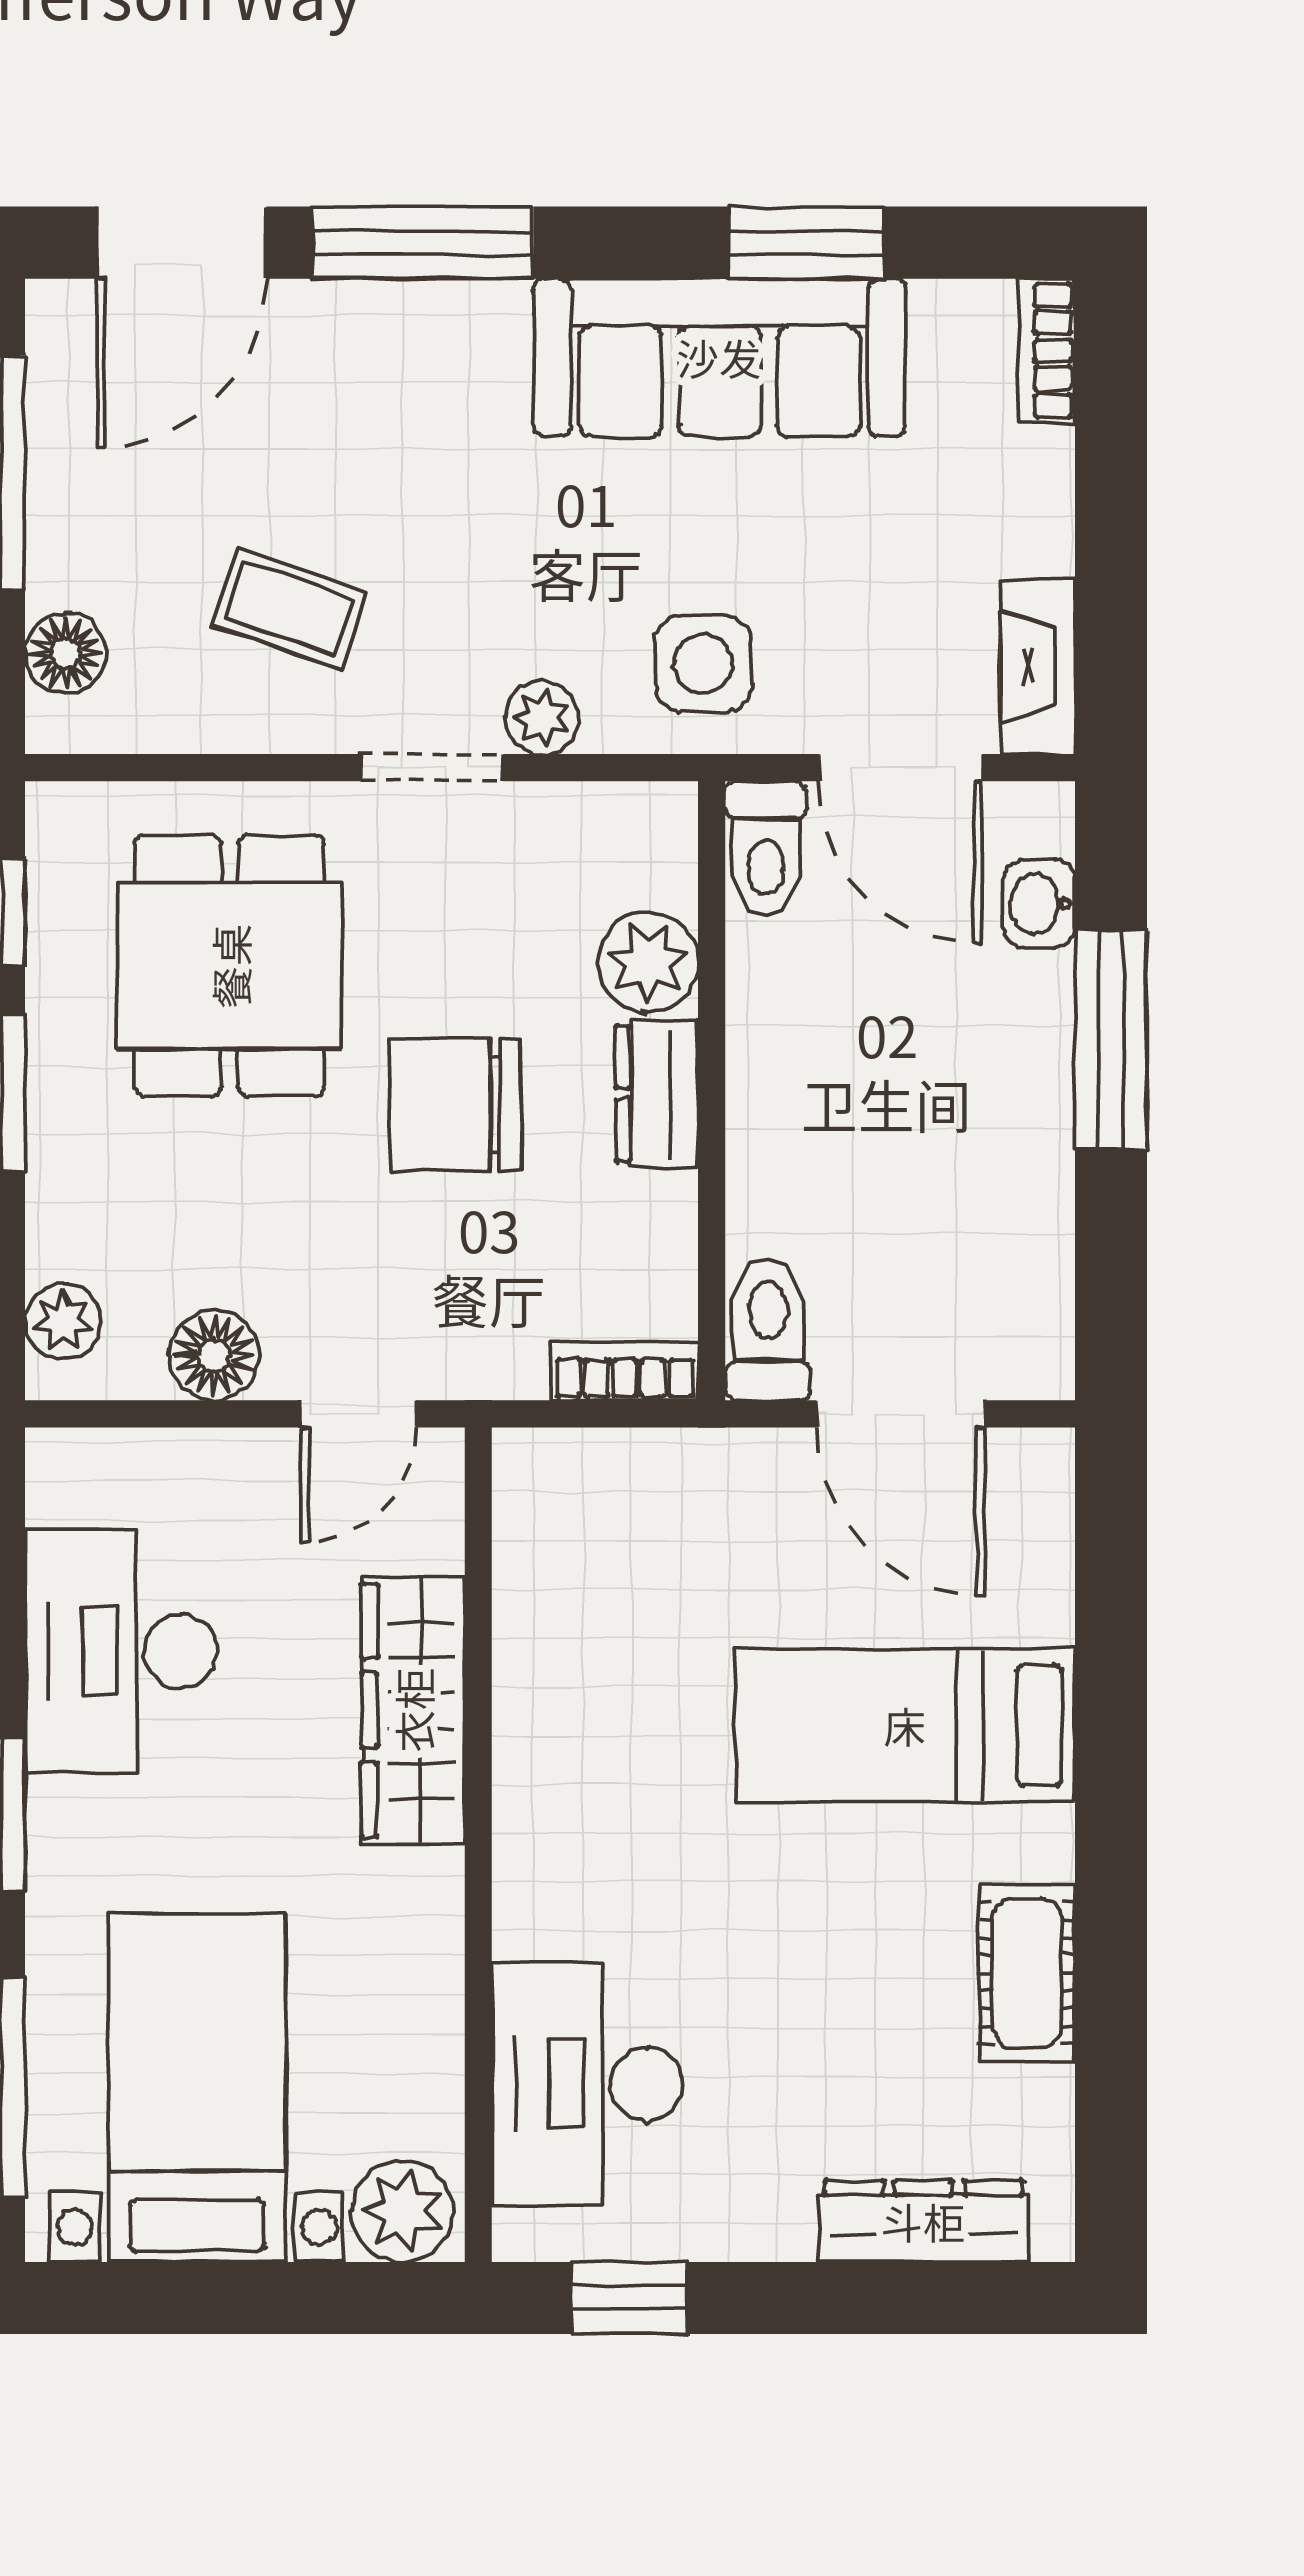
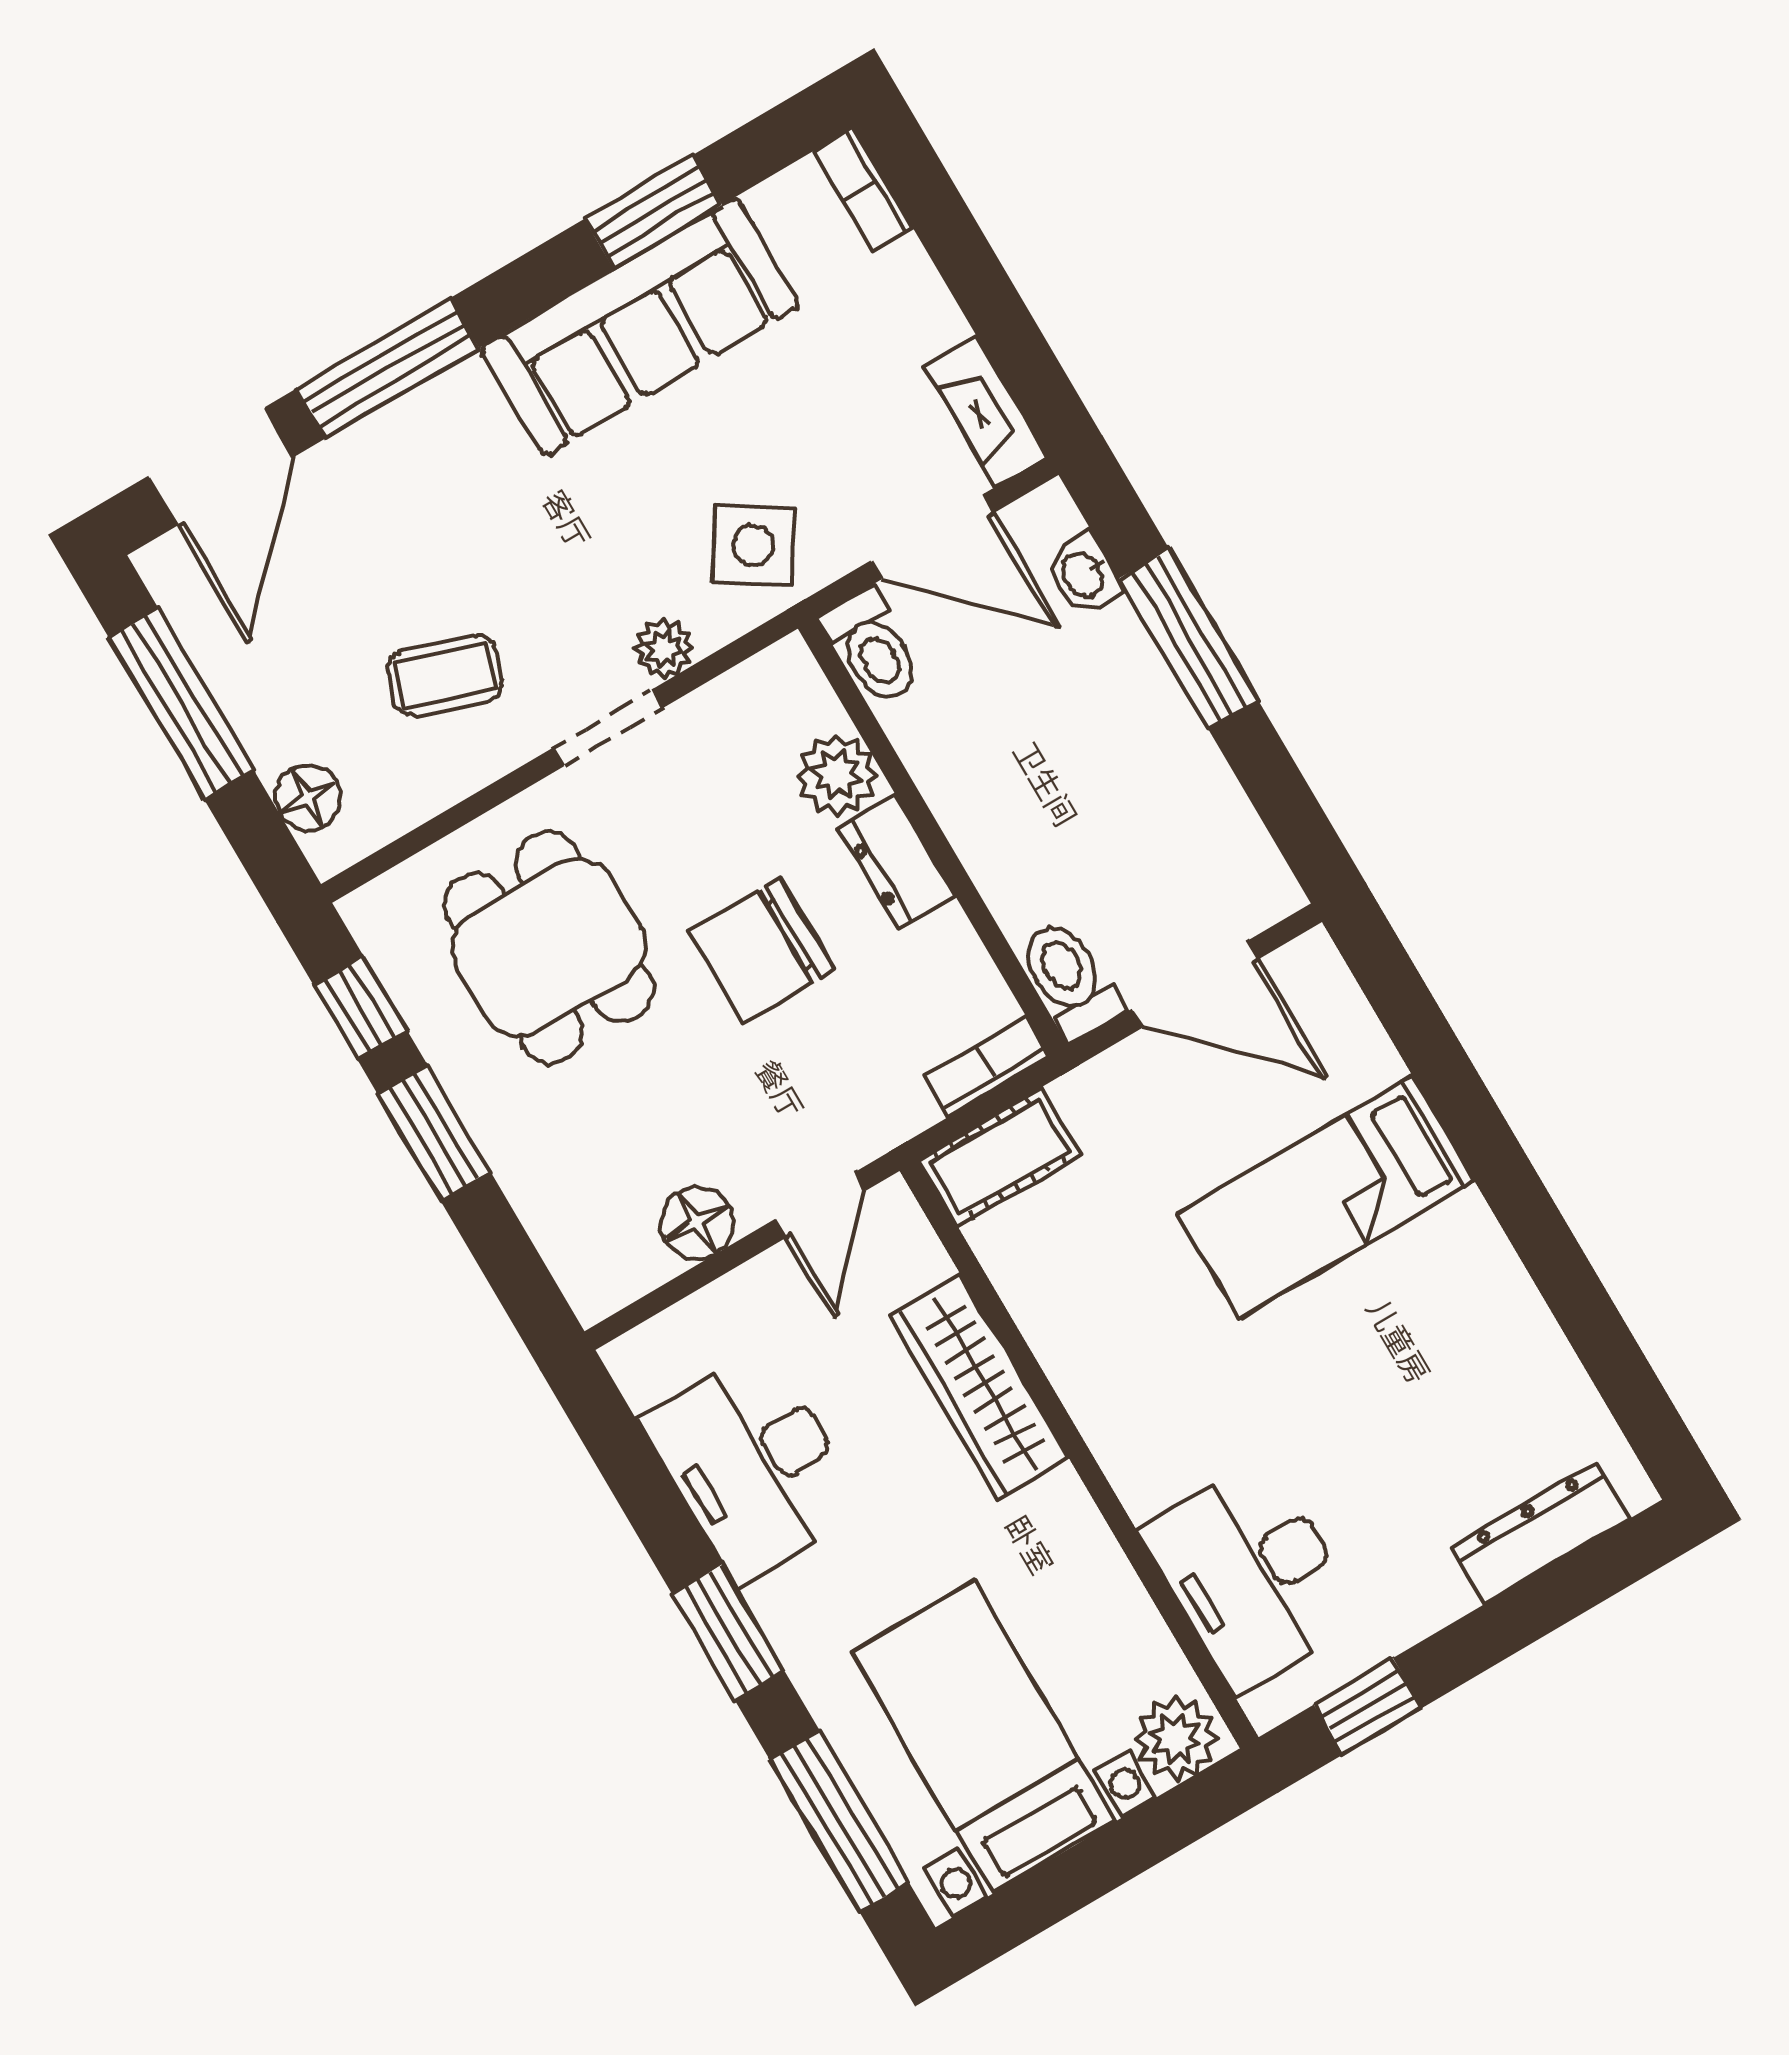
side table: (703, 664) -> (753, 545), turned 33
plant: (63, 1321) -> (578, 1261), removed
cot: (1027, 1973) -> (999, 1157), moved, turned 90

